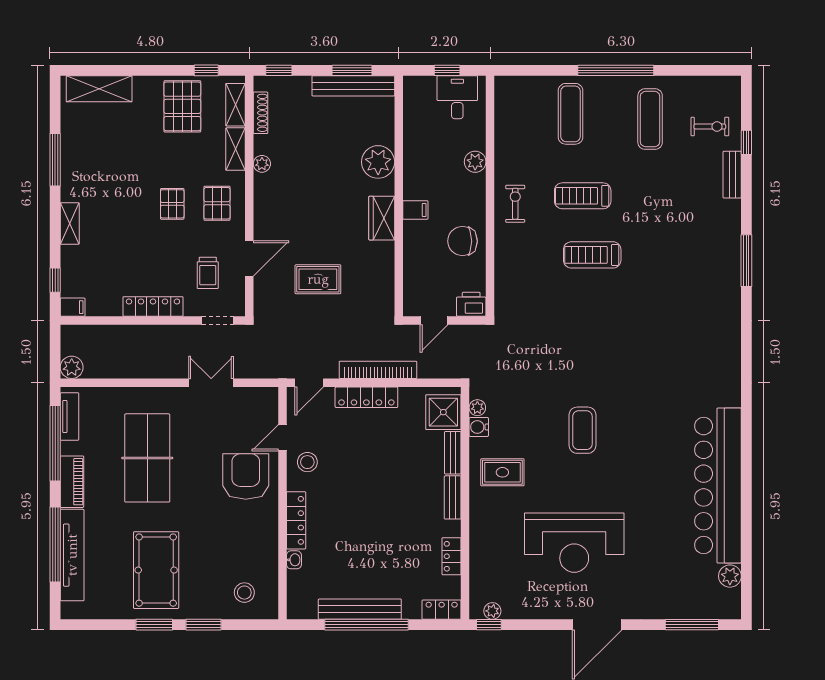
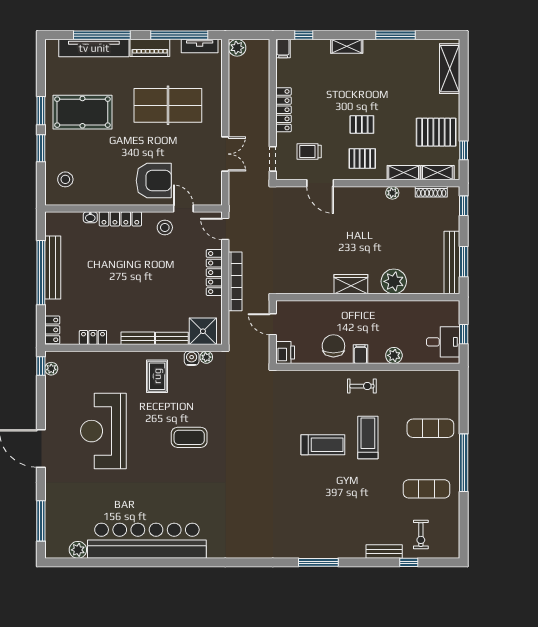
filing cabinet: (415, 210) -> (360, 354), moved, turned 180
treadmill: (592, 255) -> (323, 445), turned 90
rug: (318, 279) -> (304, 236), removed

